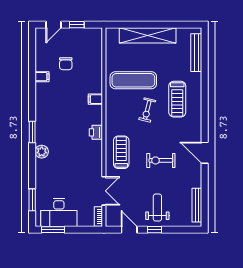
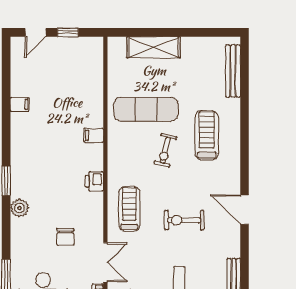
shelving: (148, 35) -> (153, 47), width x0.68
chair: (66, 64) -> (65, 237), moved
treadmill: (177, 99) -> (207, 135), turned 180

